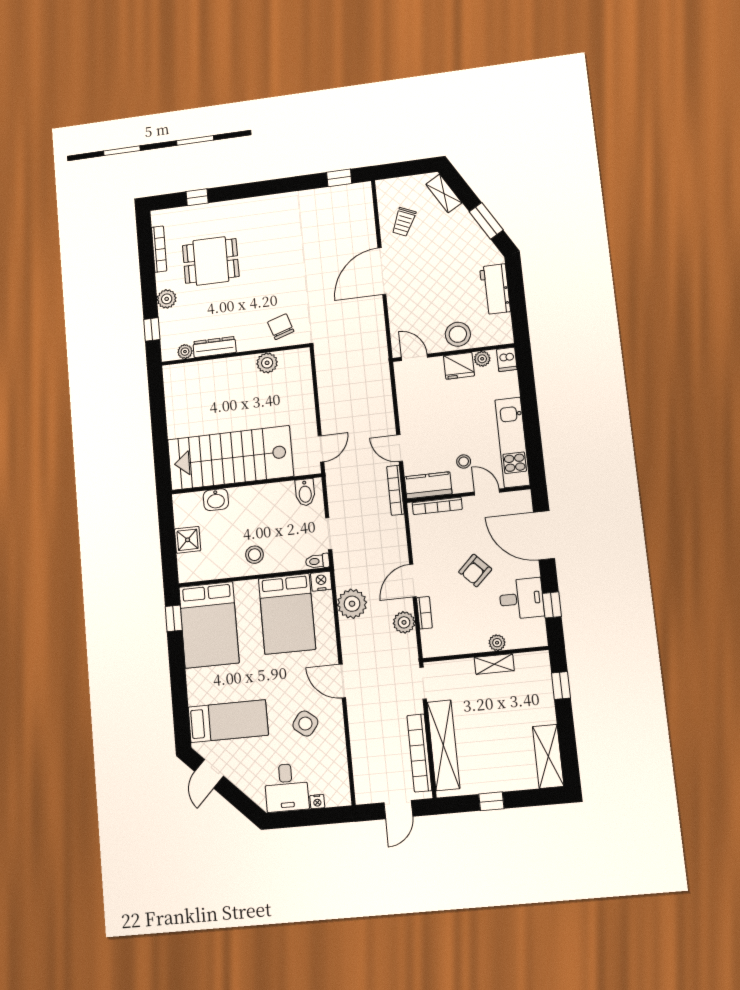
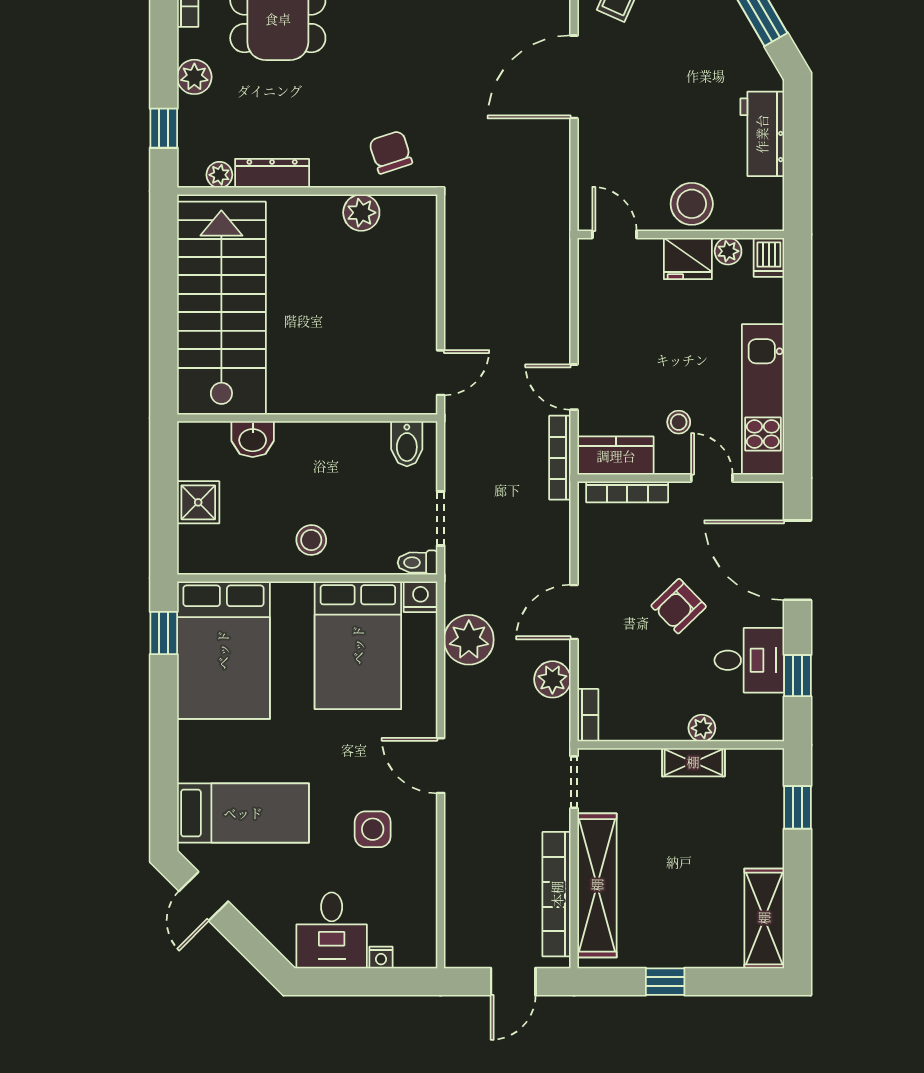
stairs: (230, 458) -> (221, 308), moved, turned 90
bookcase: (424, 613) -> (588, 715), moved
side table: (305, 724) -> (373, 829), turned -38

